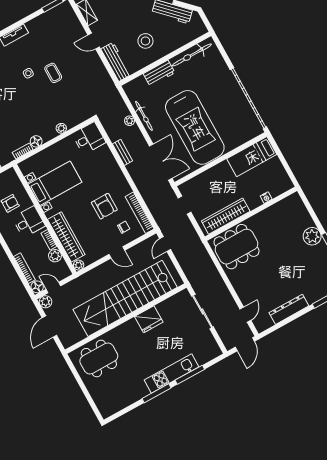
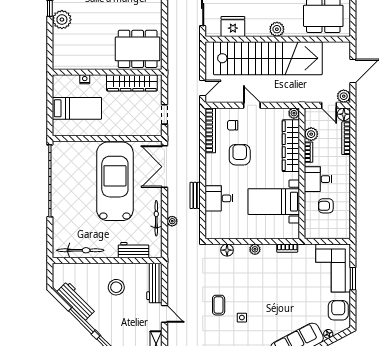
workbench: (159, 73) -> (134, 250), moved
plant: (61, 128) -> (255, 249), moved
desk: (89, 138) -> (219, 198), moved
floor lamp: (36, 141) -> (227, 250), moved
bed: (252, 157) -> (77, 108), moved
fridge: (149, 319) -> (233, 27), moved
plant: (131, 326) -> (277, 29), added

